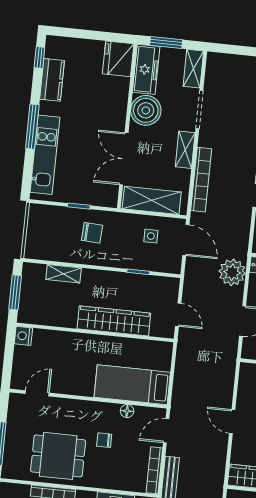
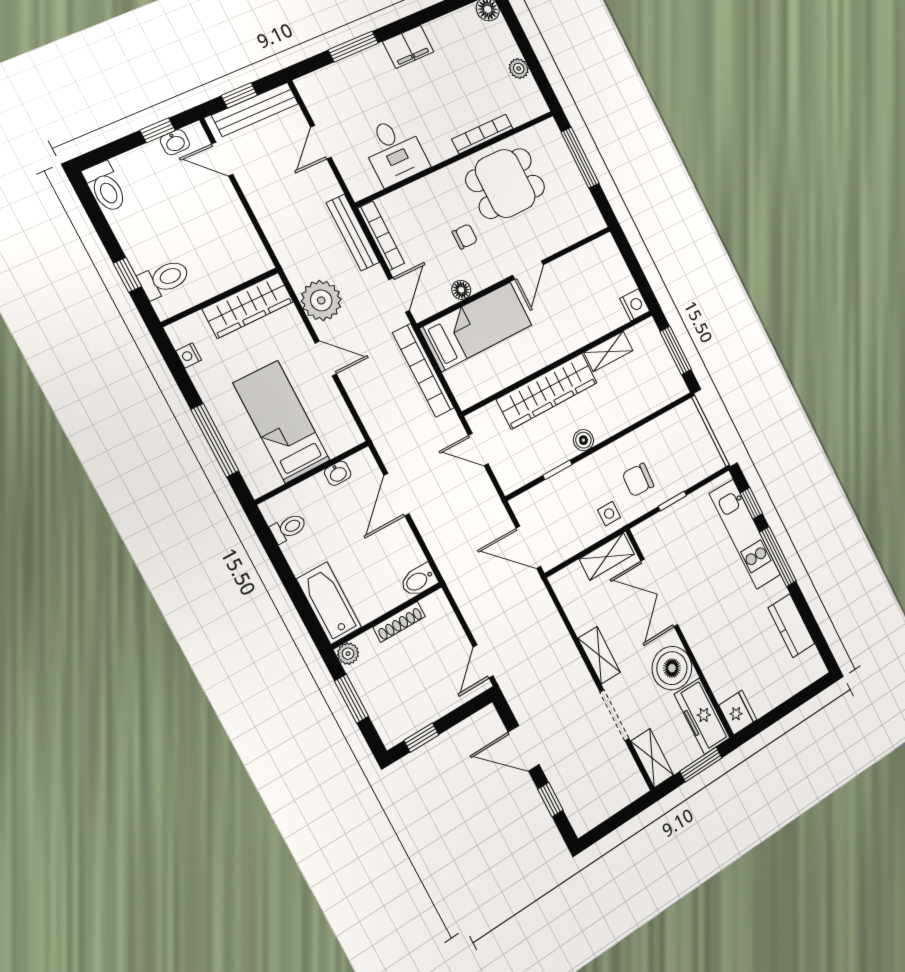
window: (39, 58) -> (751, 503), moved
fridge: (118, 59) -> (738, 713), width x0.73, depth x0.75
double door: (124, 159) -> (659, 593), swing flipped
bookcase: (201, 180) -> (423, 370), moved
shelving: (152, 200) -> (607, 557), width x0.67, depth x0.75
side table: (151, 236) -> (609, 514), moved
plant: (232, 272) -> (321, 300), moved
shelving: (64, 274) -> (608, 351), moved
boiler: (111, 278) -> (583, 440), added
door: (37, 393) -> (528, 270), moved

